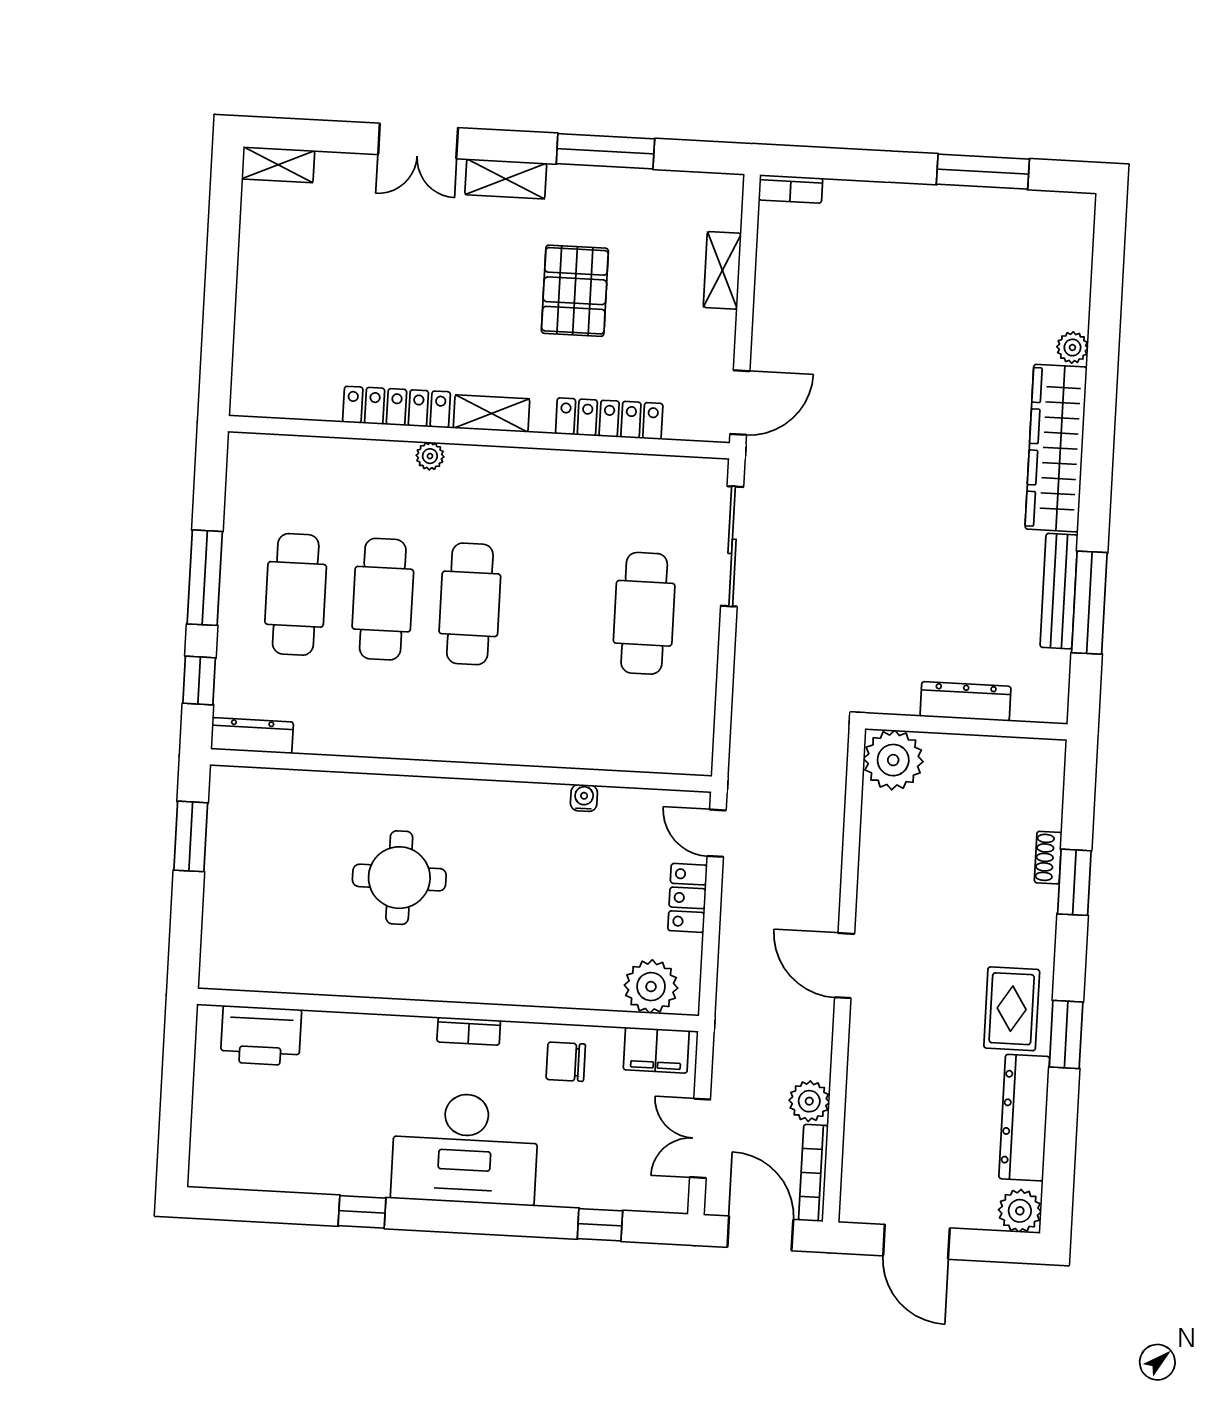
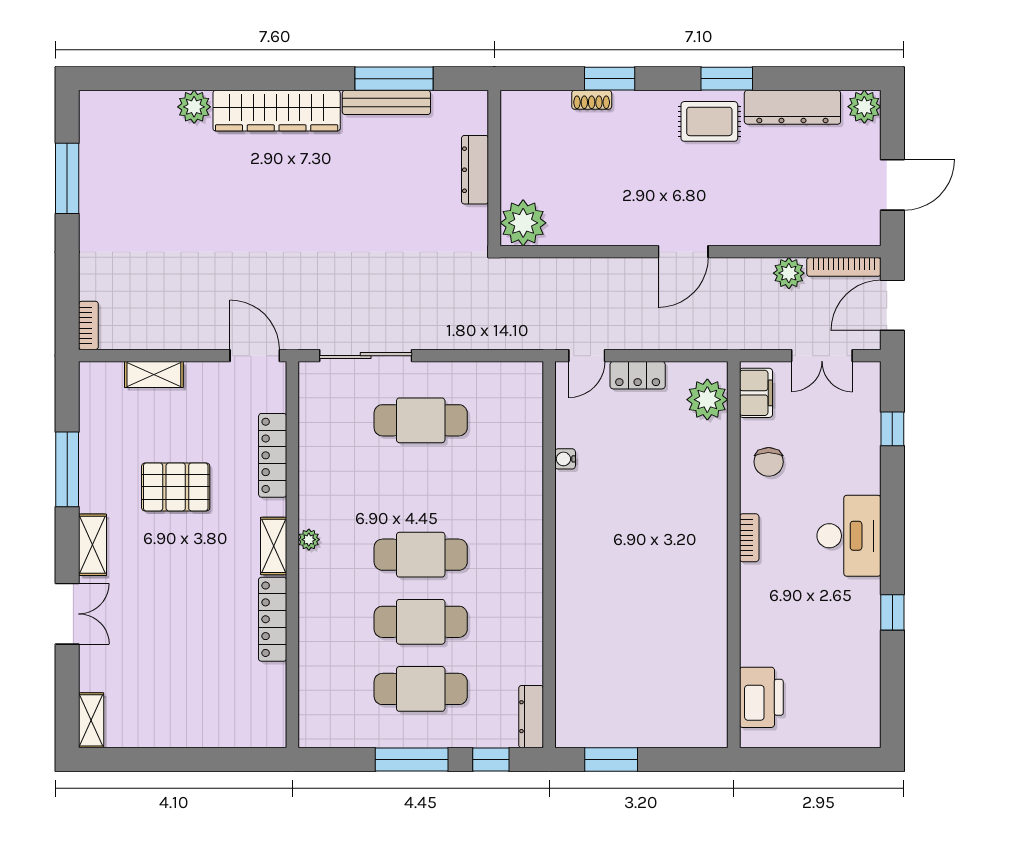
plant: (1072, 348) -> (194, 107), width x1.38, depth x1.38
plant: (430, 456) -> (309, 540), moved
round table: (399, 878) -> (634, 598), removed
desk: (465, 1148) -> (849, 536), width x0.73, depth x0.77

